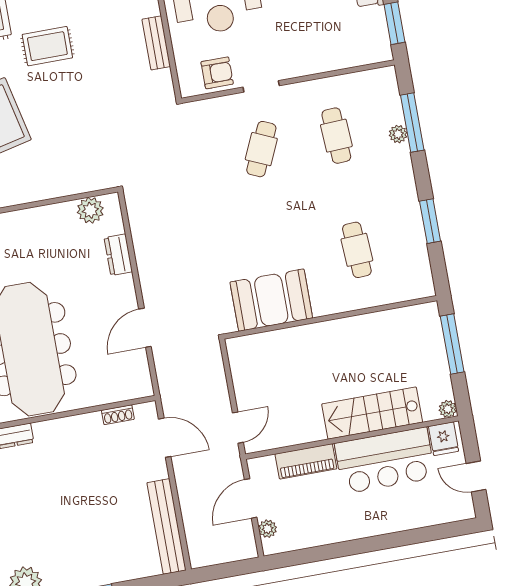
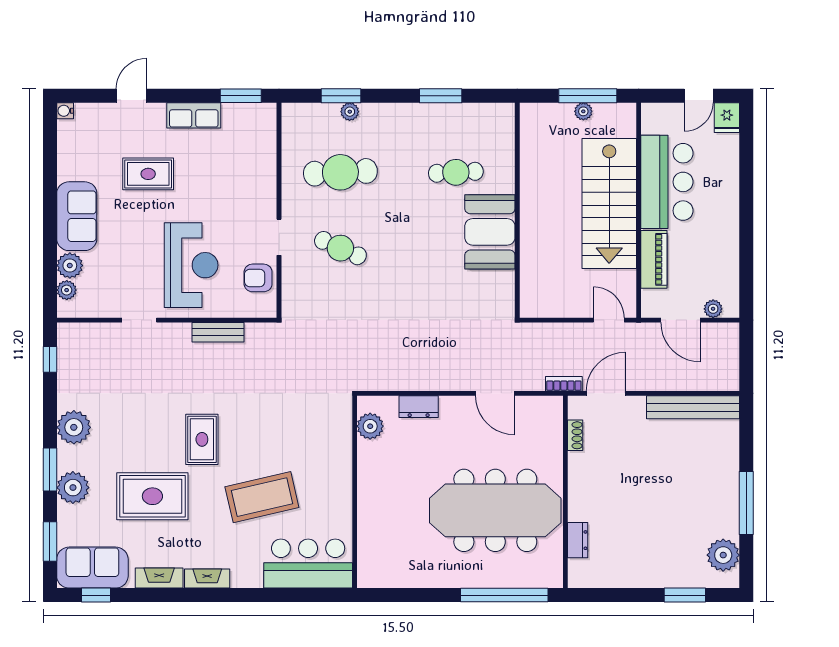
armchair: (217, 73) -> (258, 278), turned -90
window: (412, 123) -> (341, 96), width x0.69
cafe table: (336, 136) -> (340, 172), width x1.37, depth x1.35
booth: (271, 300) -> (490, 232), moved
window: (452, 344) -> (588, 96), moved
bookcase: (167, 394) -> (564, 384), added
plant: (448, 409) -> (583, 111), moved
stairs: (372, 413) -> (609, 203), width x1.36, depth x1.51
fridge: (444, 439) -> (727, 118), moved, turned 90

